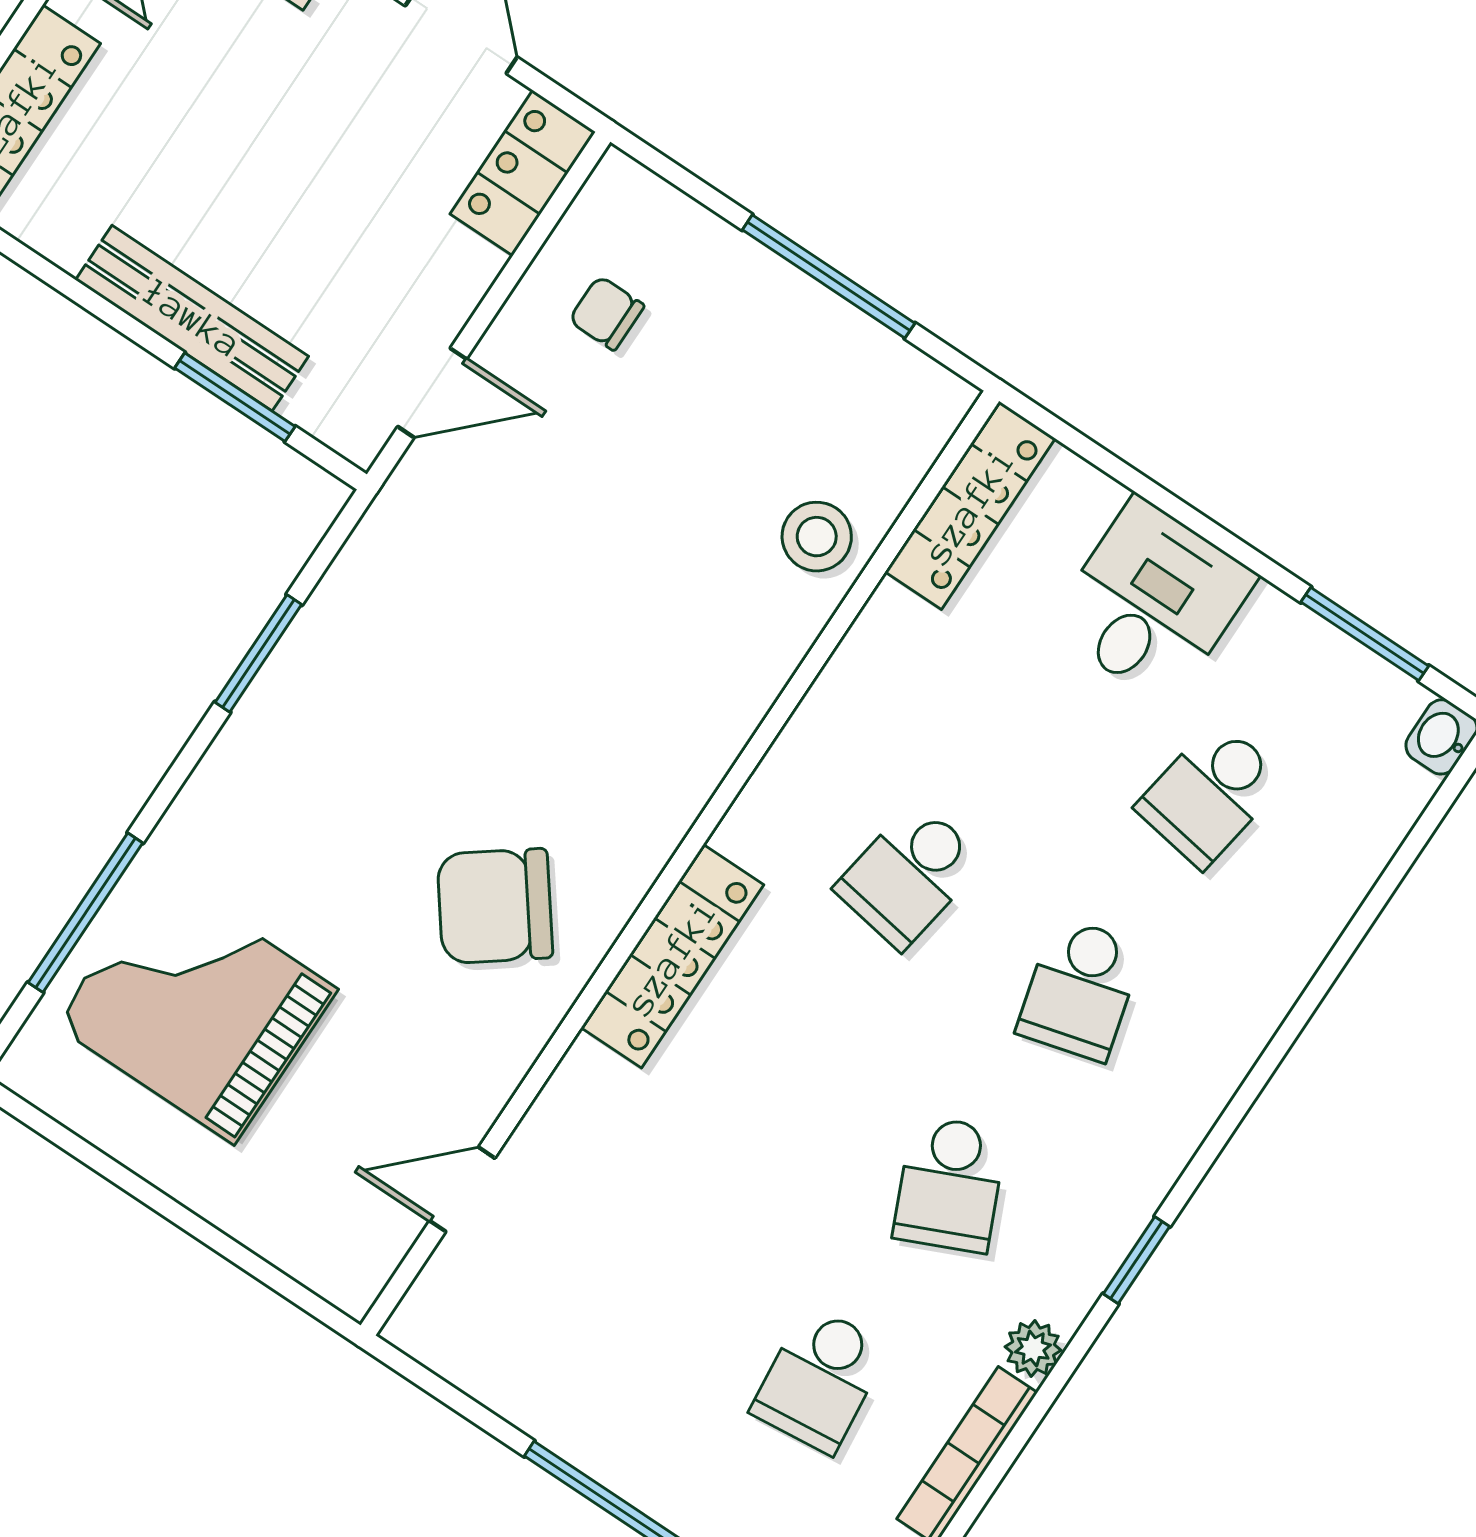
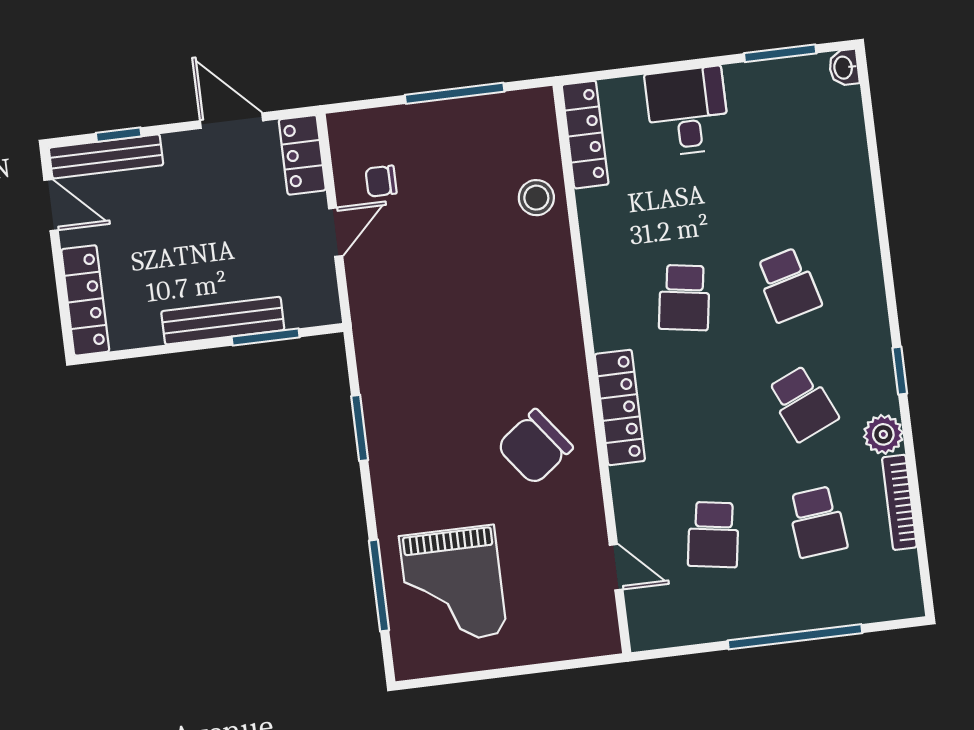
door: (432, 393) -> (336, 232), moved
school desk: (1210, 794) -> (713, 535), moved
grand piano: (196, 1007) -> (453, 585), turned -90
door: (462, 1189) -> (616, 567), swing flipped
plant: (1033, 1348) -> (883, 434), width x1.38, depth x1.38

